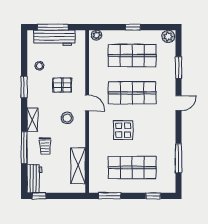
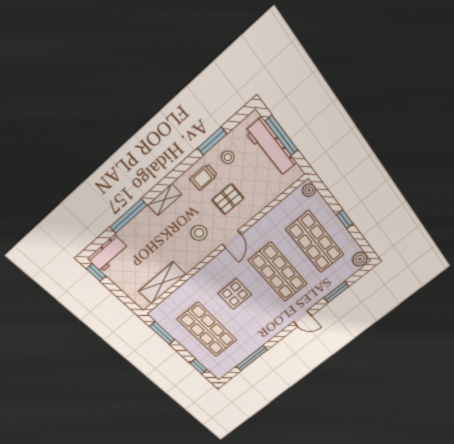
pallet: (62, 85) -> (228, 199), turned 90
window: (24, 87) -> (212, 141), moved
trolley: (45, 146) -> (204, 177), moved

